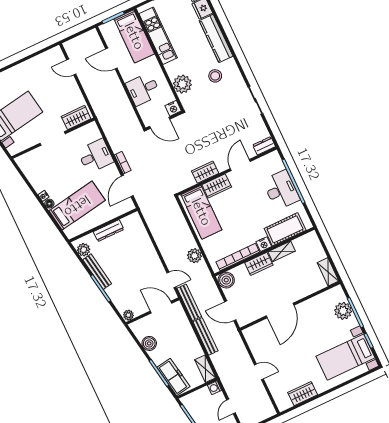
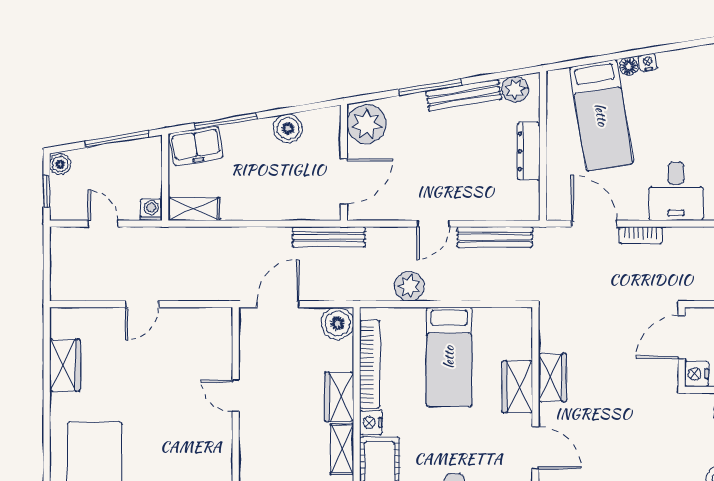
bed: (201, 212) -> (449, 357), moved, turned -90
door: (171, 280) -> (433, 224), moved
door: (280, 310) -> (236, 396), width x0.53
plant: (128, 315) -> (367, 124), width x1.87, depth x1.87
bench: (205, 336) -> (495, 237), moved
freezer: (173, 377) -> (196, 146), width x0.71

